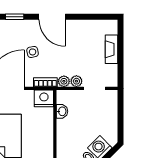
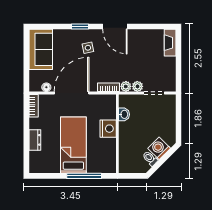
fireplace: (111, 49) -> (170, 43), moved
side table: (33, 52) -> (88, 48), moved
nightstand: (44, 98) -> (108, 129), moved, turned 90

